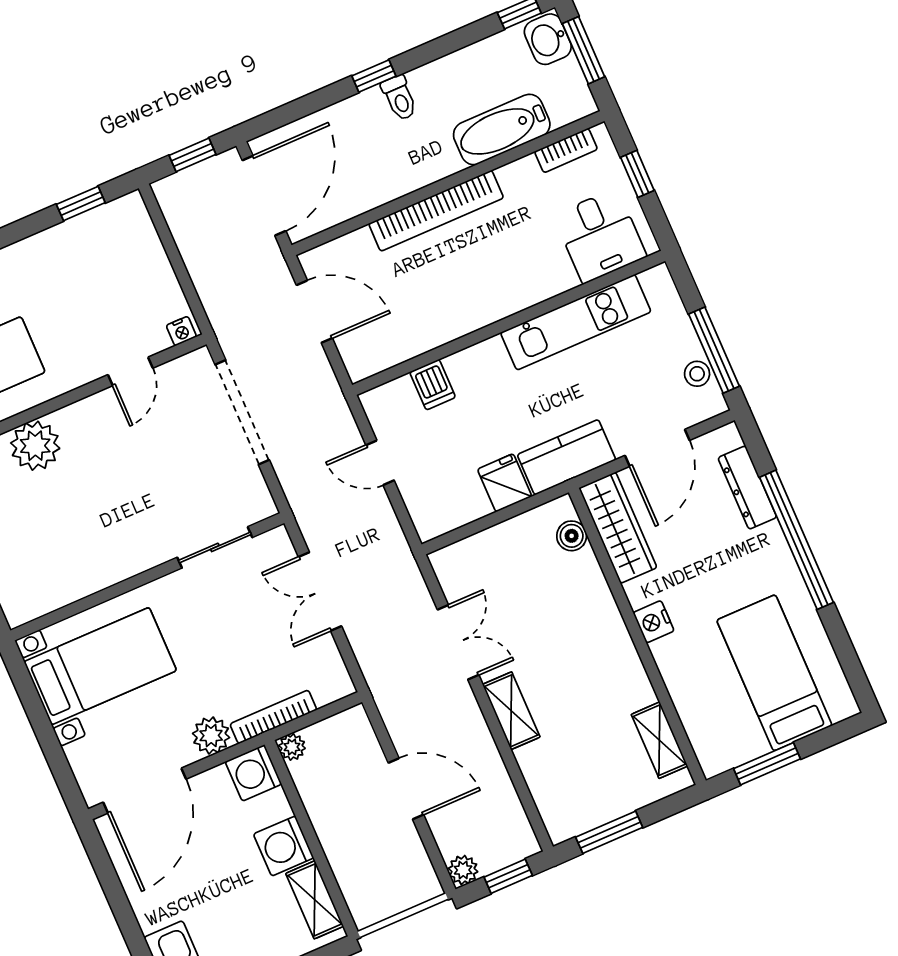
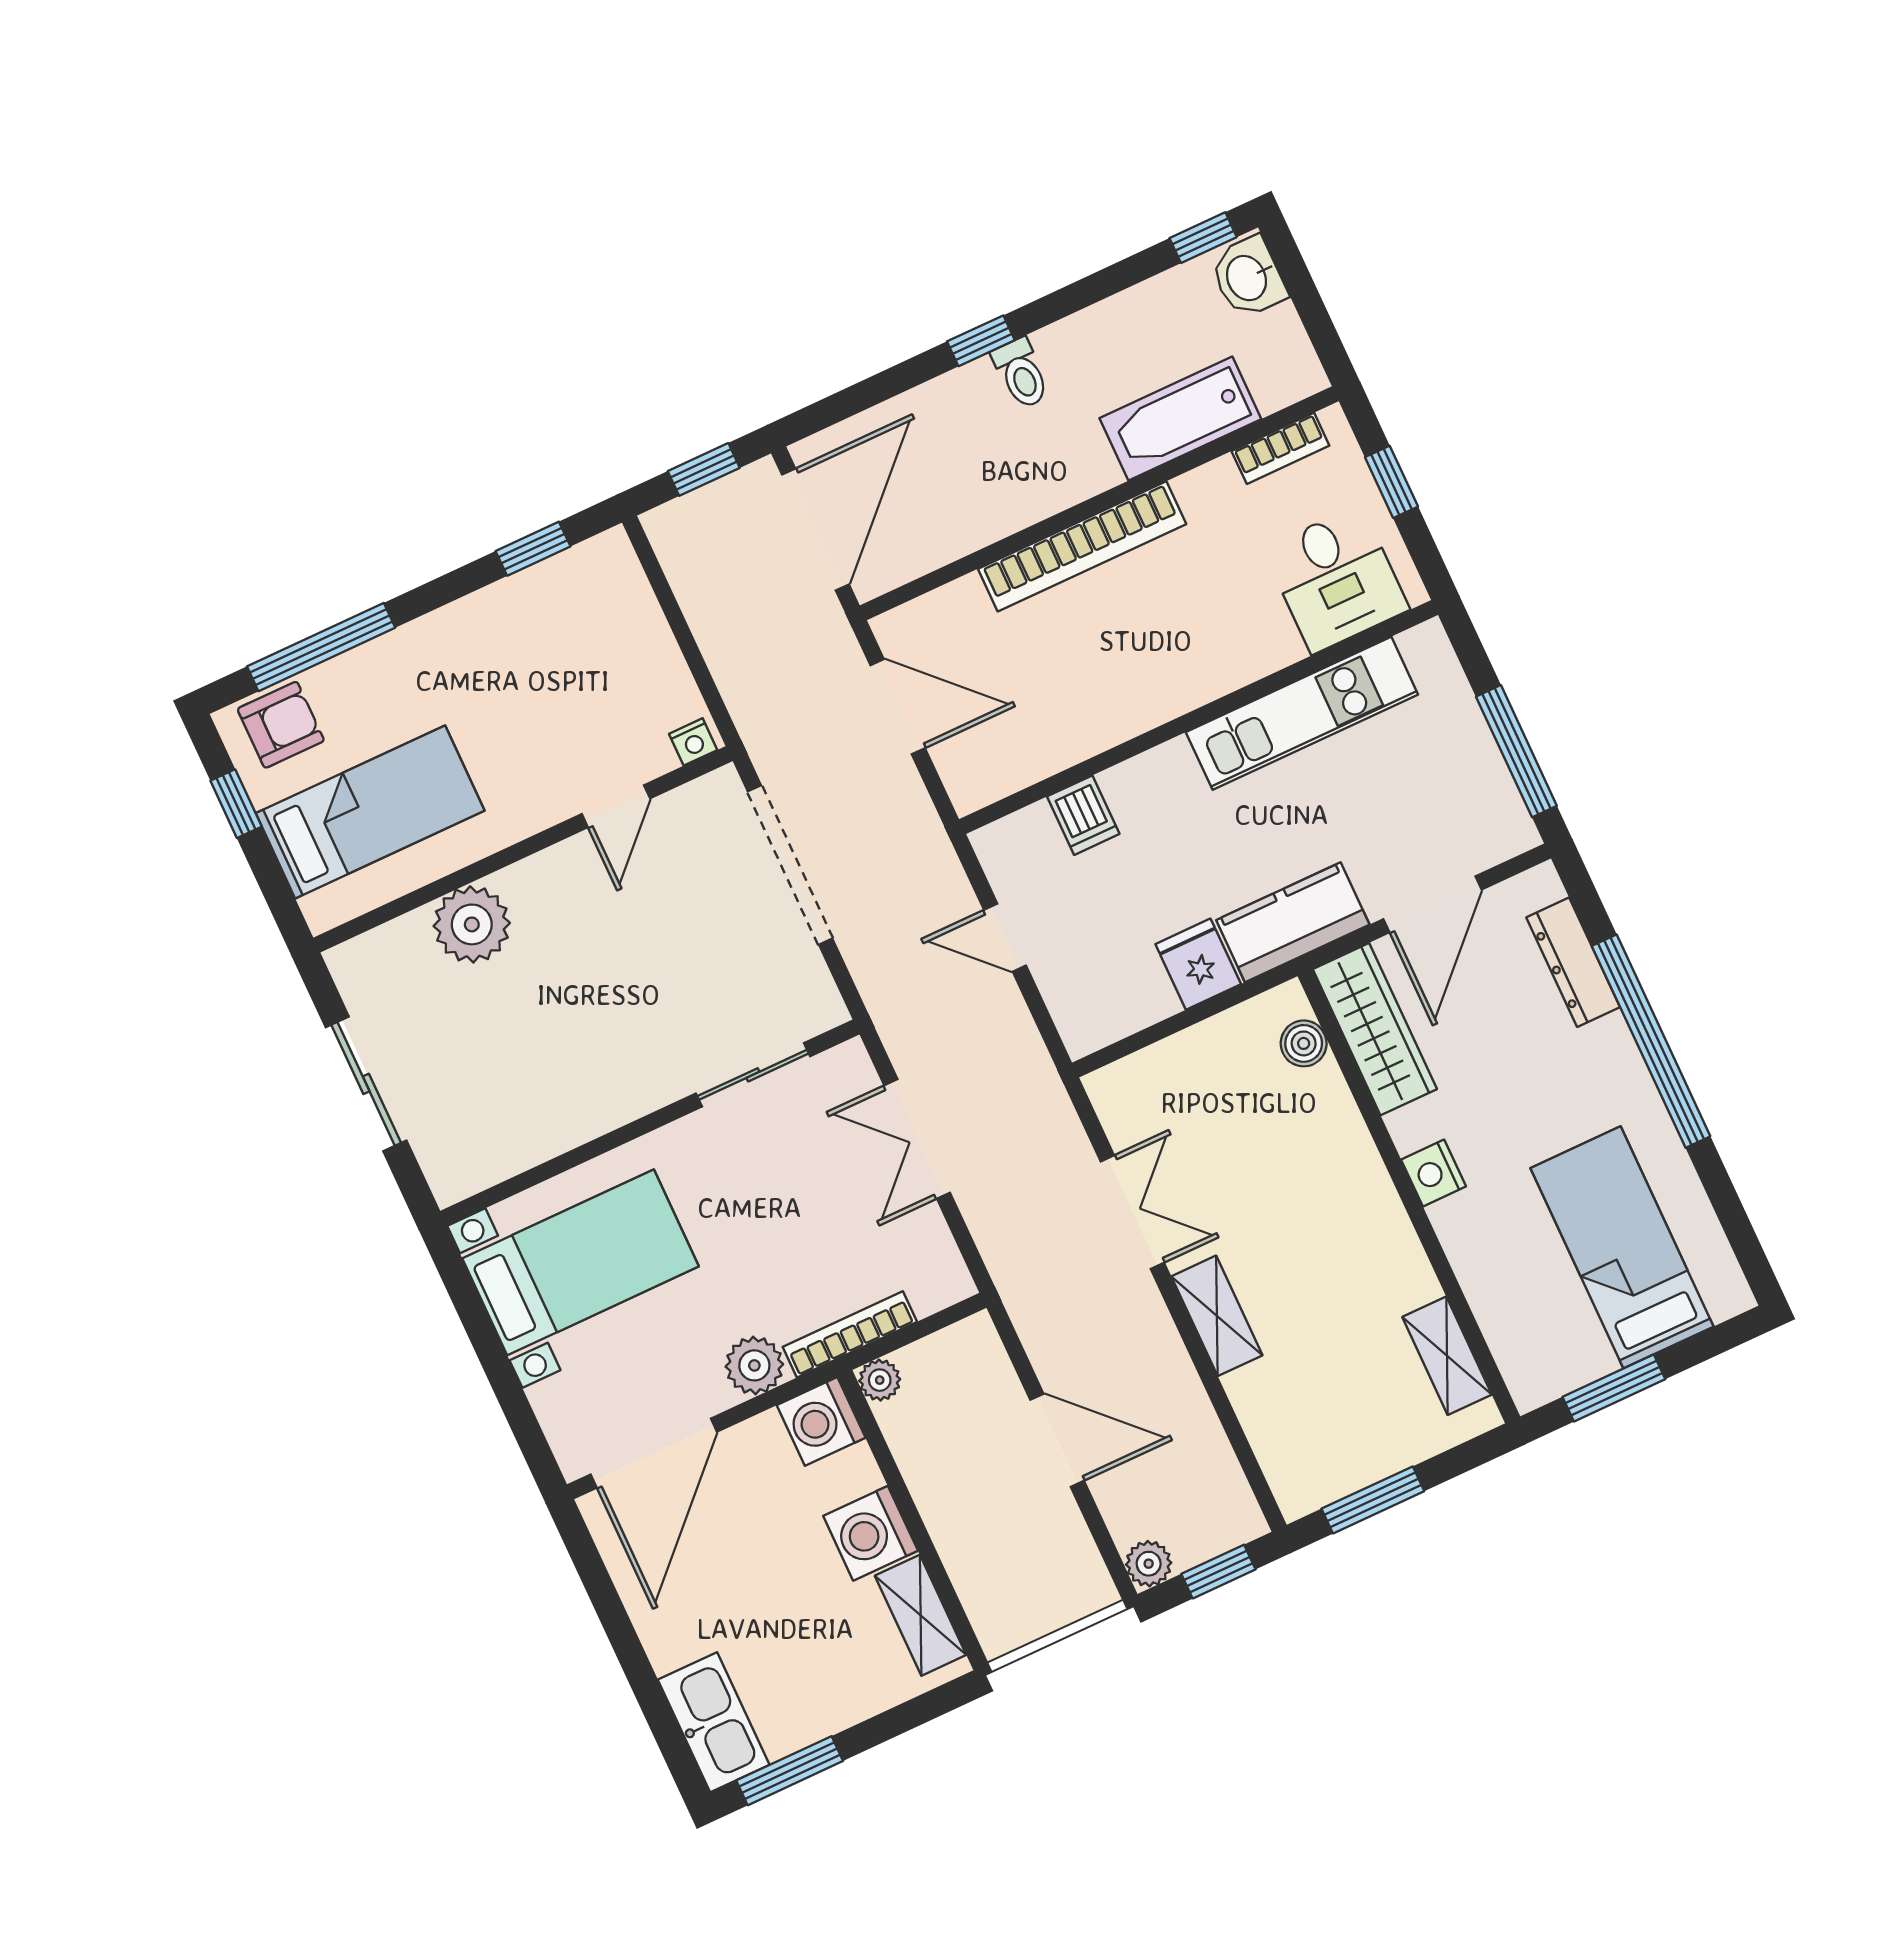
window: (584, 50) -> (1304, 293), removed
stool: (697, 374) -> (1491, 788), removed

